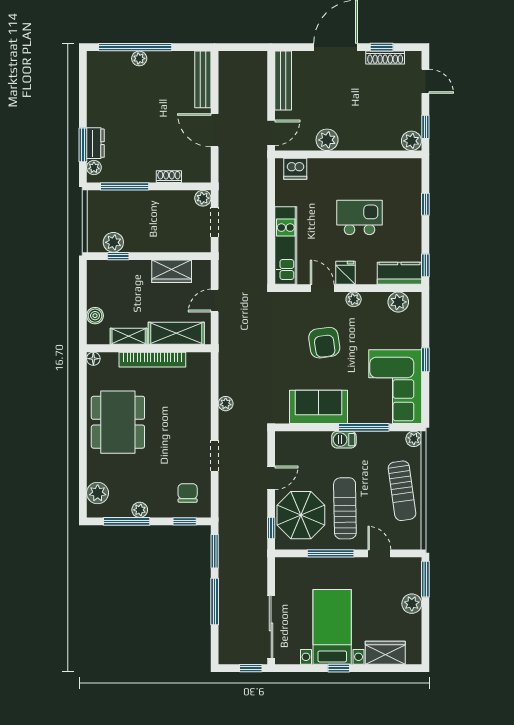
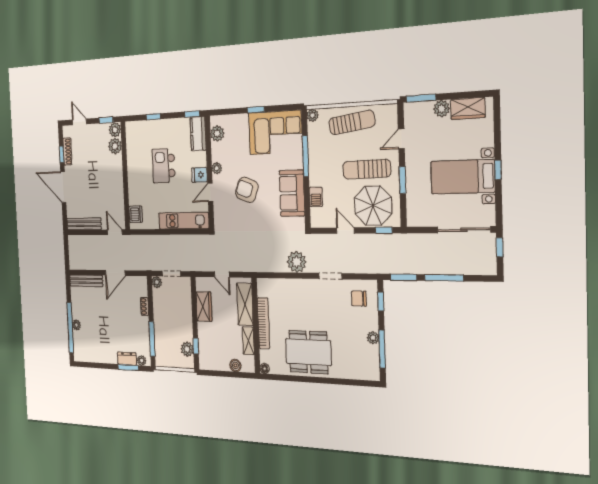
door: (425, 81) -> (79, 122), hinge flipped
plant: (327, 140) -> (115, 146), moved
armchair: (324, 343) -> (247, 190), turned -151
plant: (226, 404) -> (297, 262), width x1.88, depth x1.88
barbecue: (344, 440) -> (316, 197), moved
plant: (98, 493) -> (361, 371), removed
window: (331, 553) -> (402, 180), width x0.69
wardrobe: (385, 653) -> (468, 108), moved, turned -90

